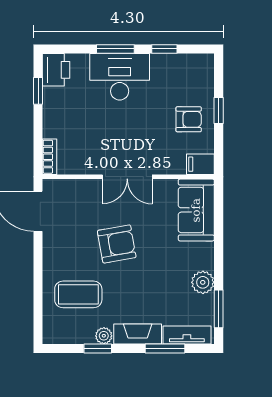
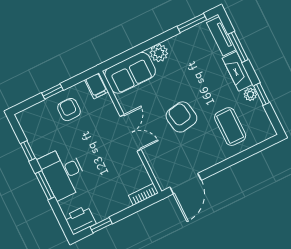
plant: (203, 282) -> (159, 53), moved

